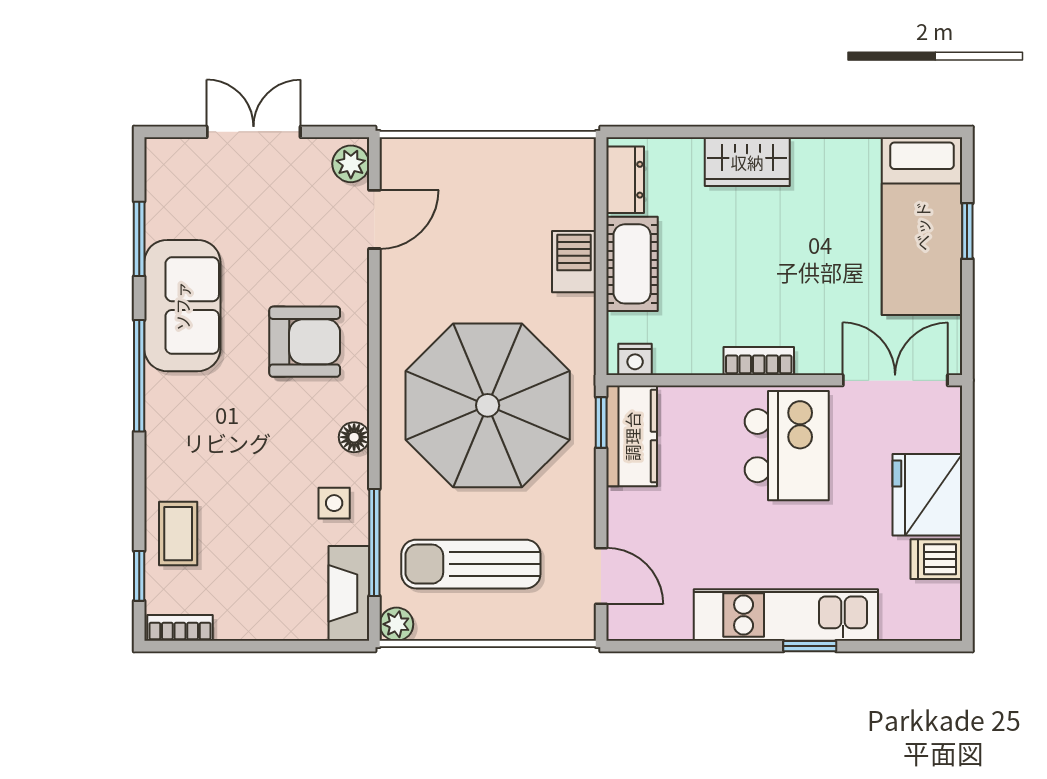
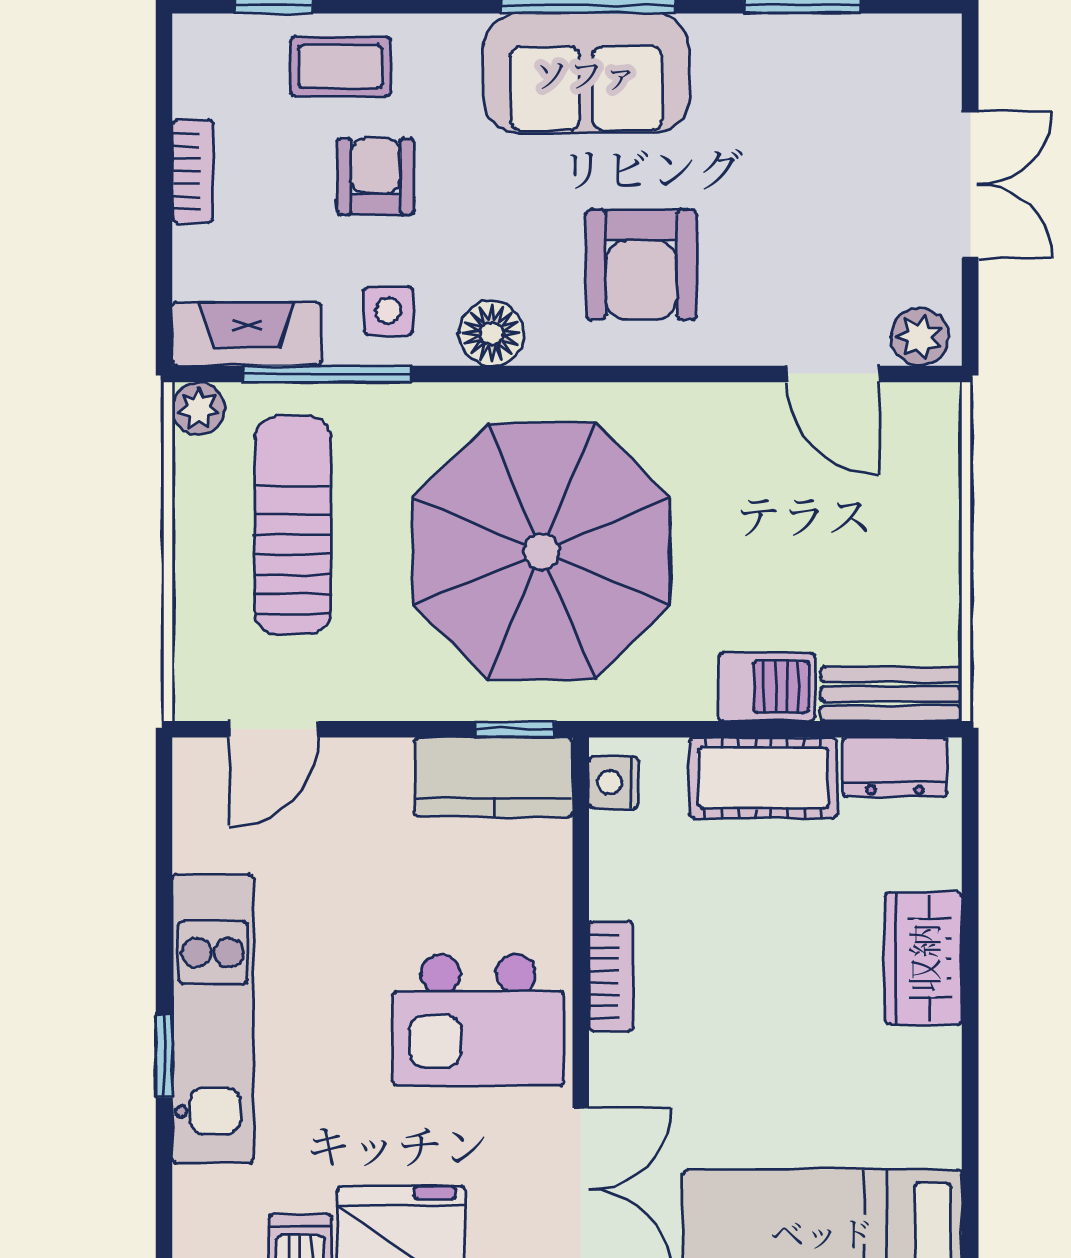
bench: (579, 182) -> (891, 694), added
sofa: (182, 306) -> (586, 73), moved
floor lamp: (354, 437) -> (491, 333), width x1.37, depth x1.37
armchair: (248, 511) -> (376, 176), added
bookcase: (180, 628) -> (193, 171), moved

